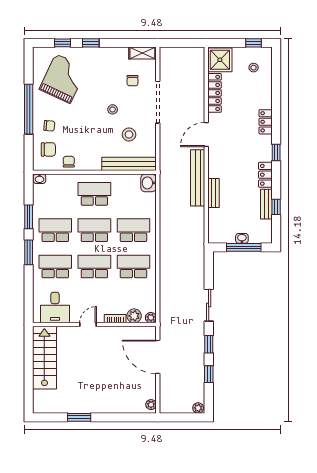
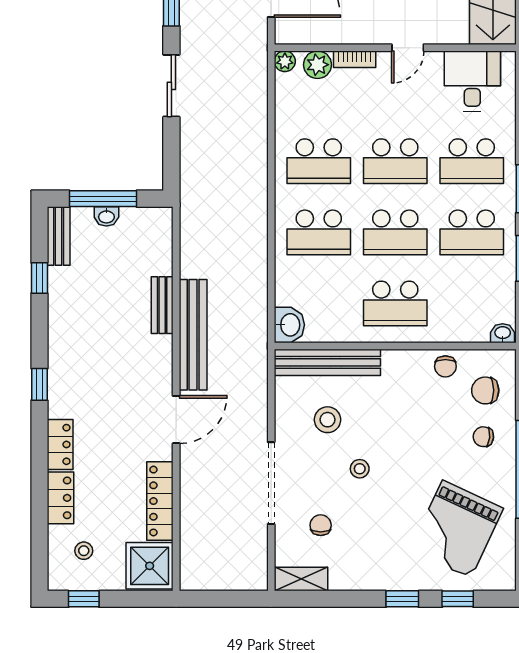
locker: (265, 175) -> (61, 498), moved
bench: (266, 204) -> (59, 236), moved

